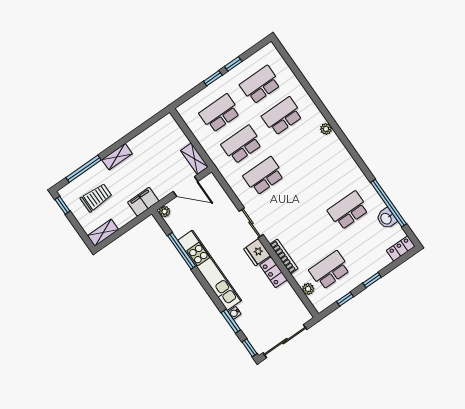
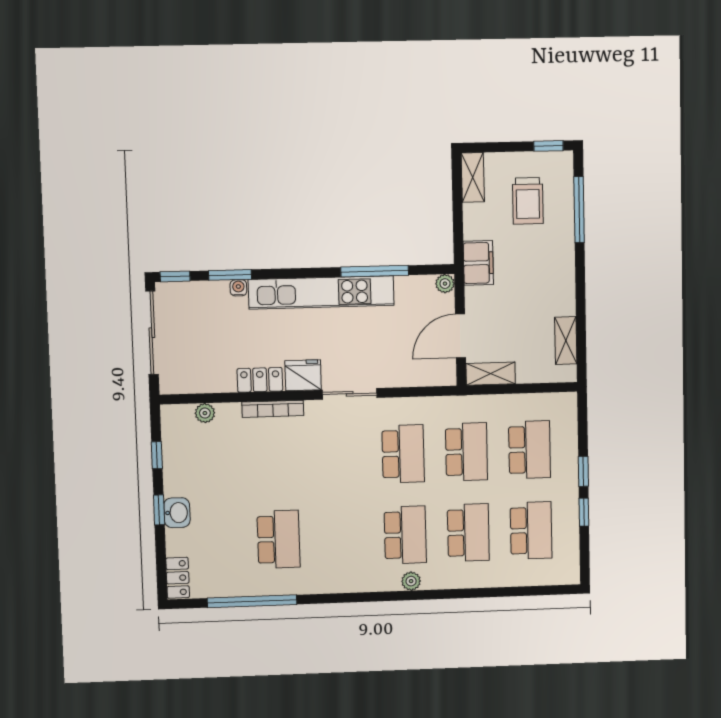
shelving: (117, 157) -> (566, 340), moved
washbasin: (386, 218) -> (177, 513), moved, turned 90
school desk: (330, 270) -> (405, 535), moved

